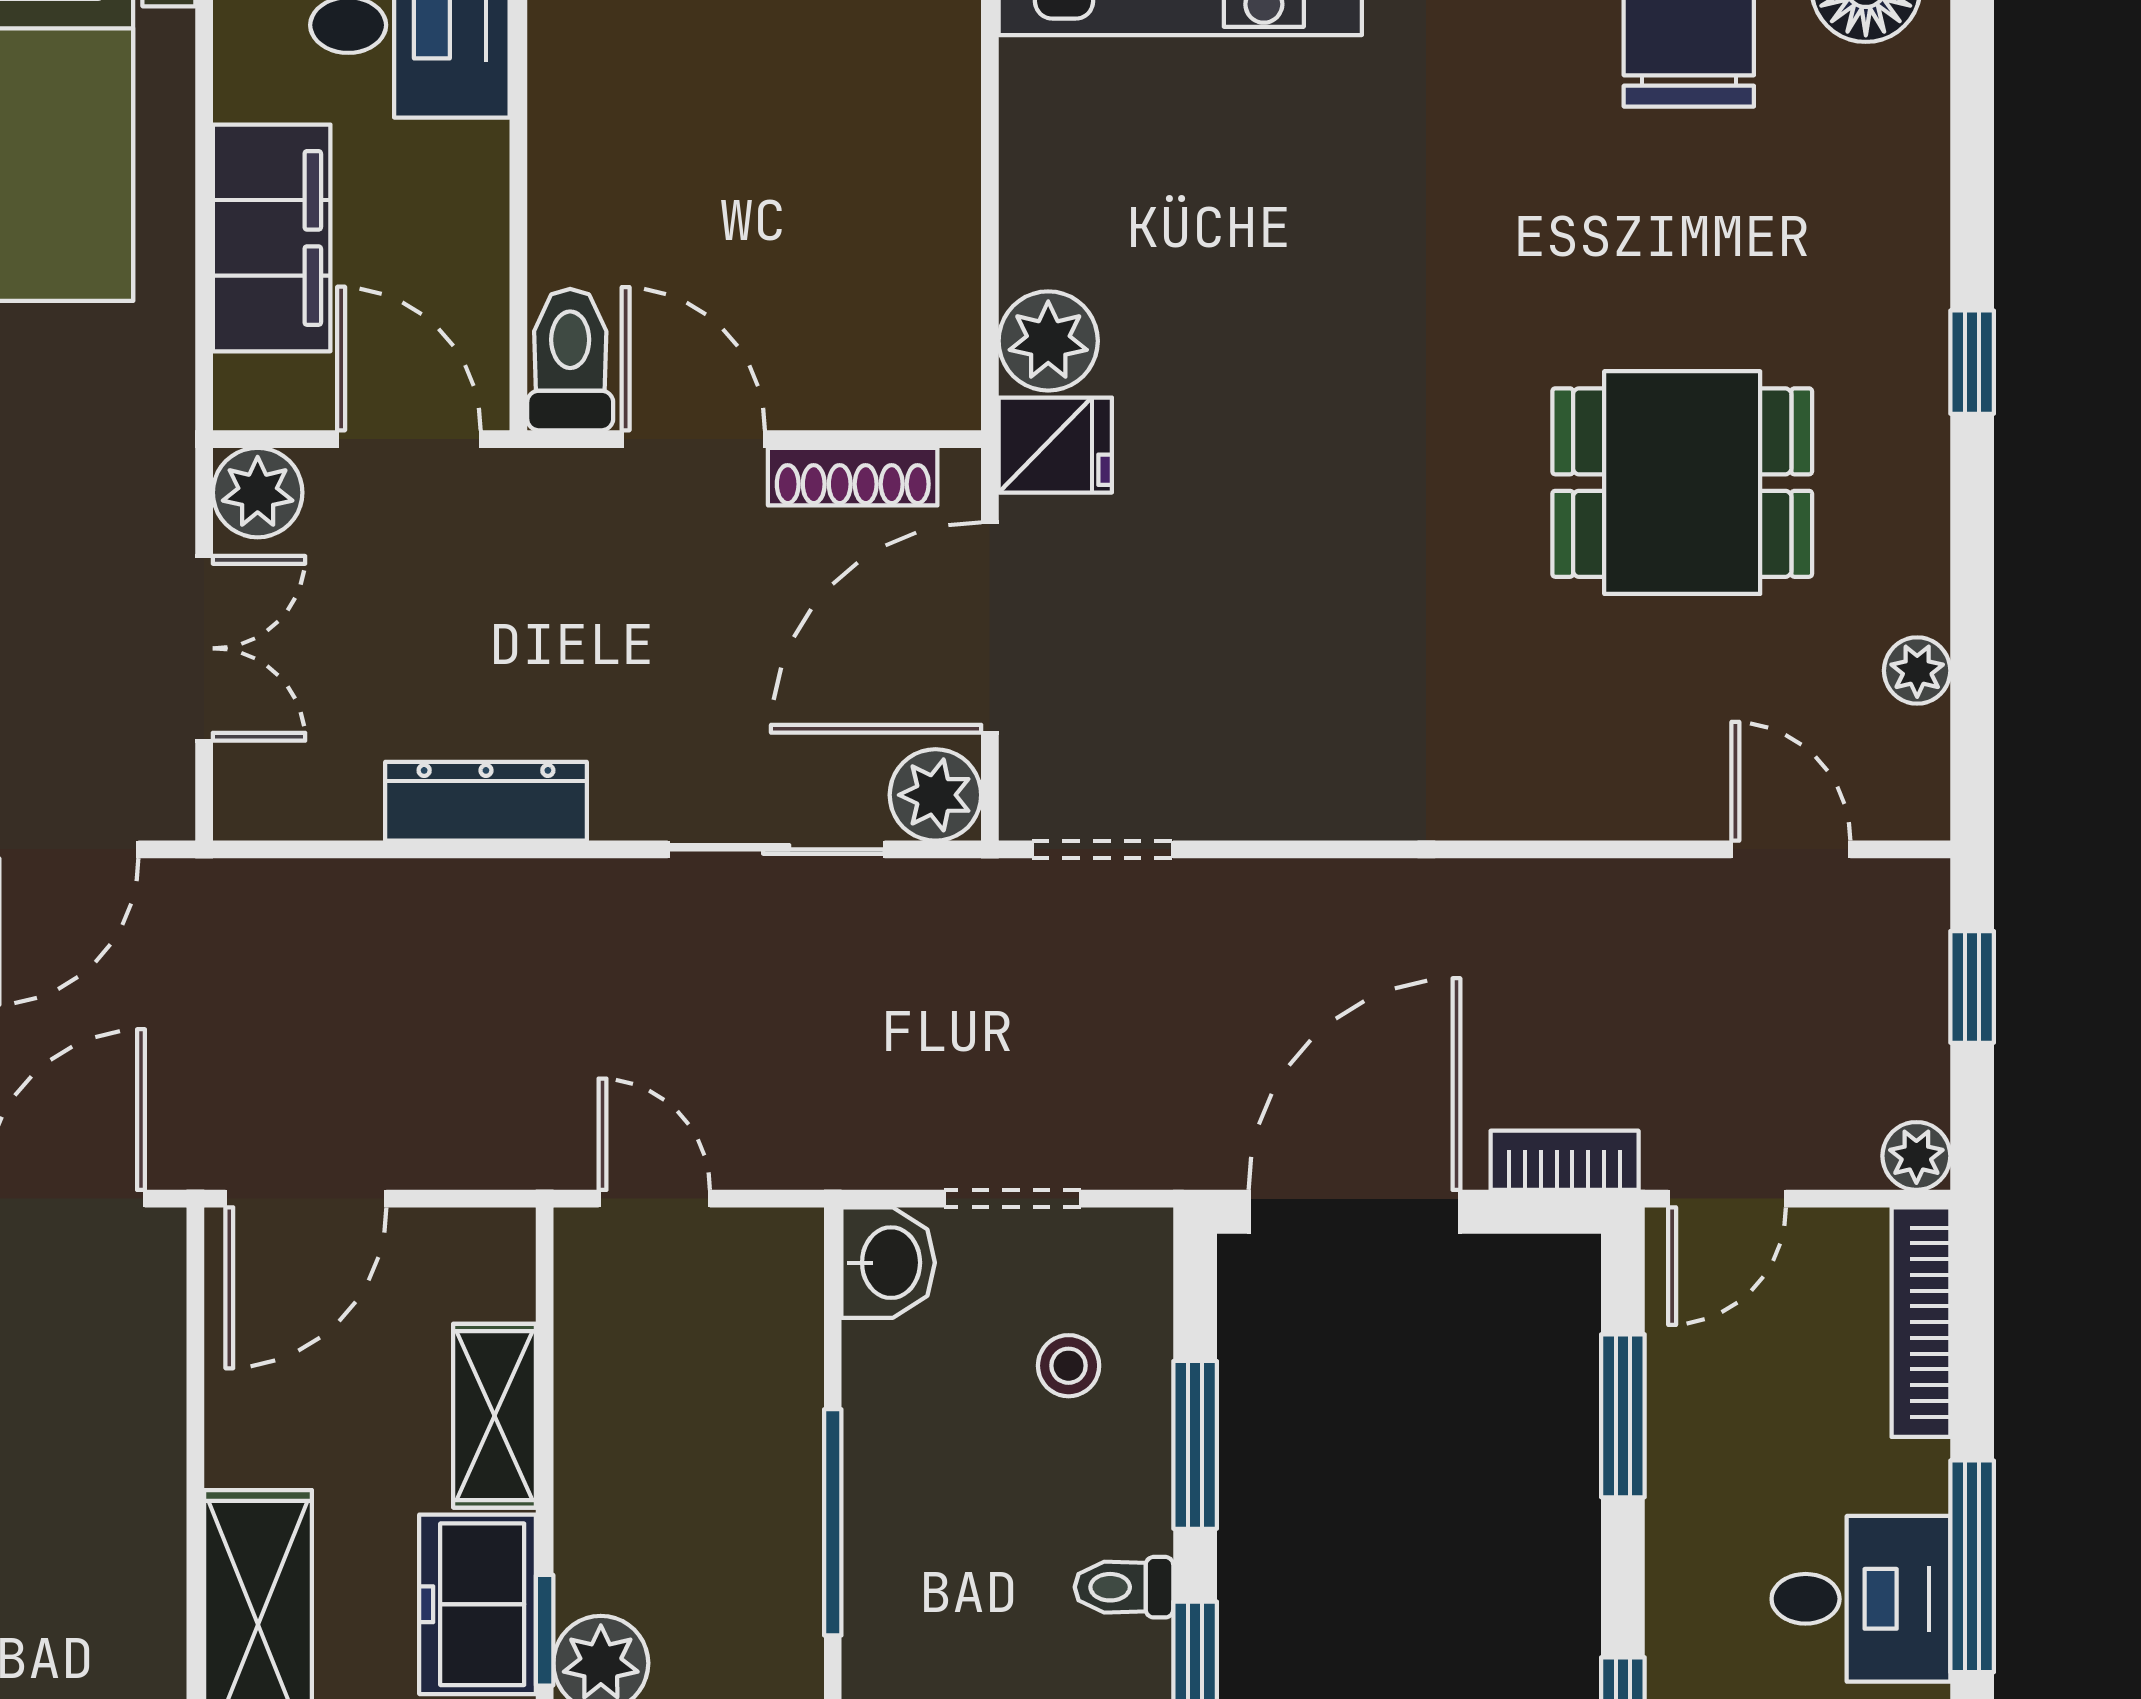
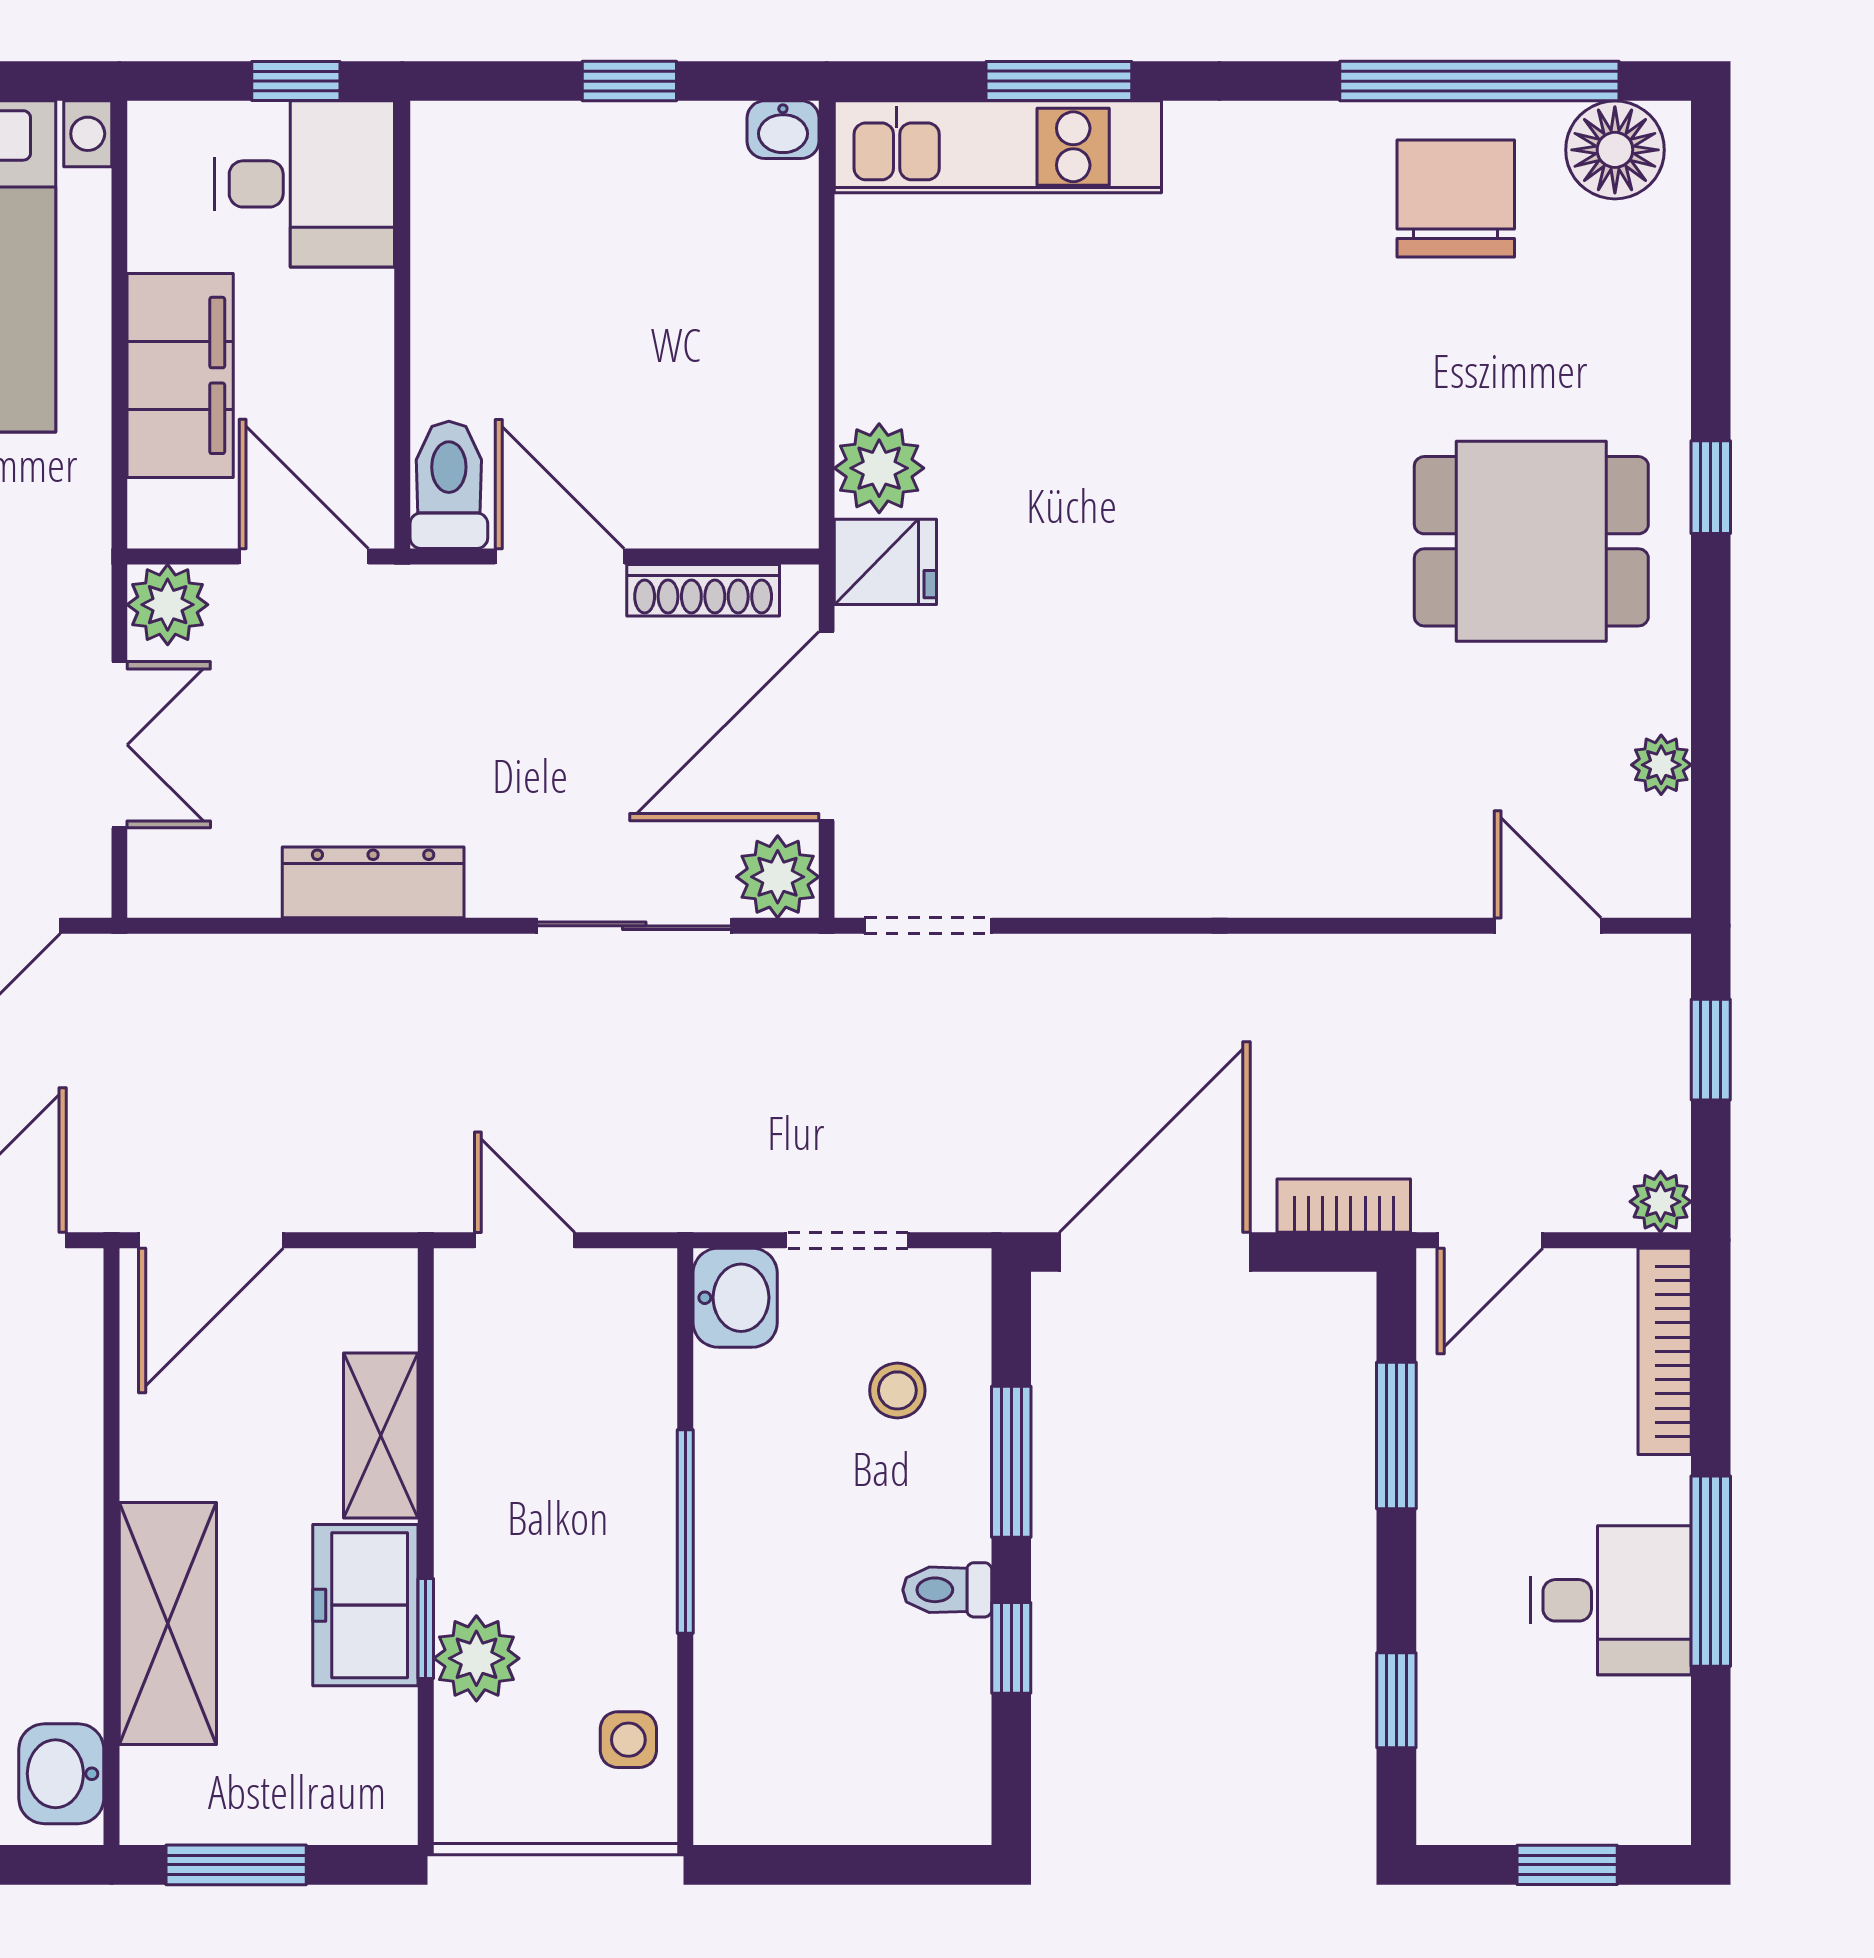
dining table: (1682, 483) -> (1531, 541), moved

